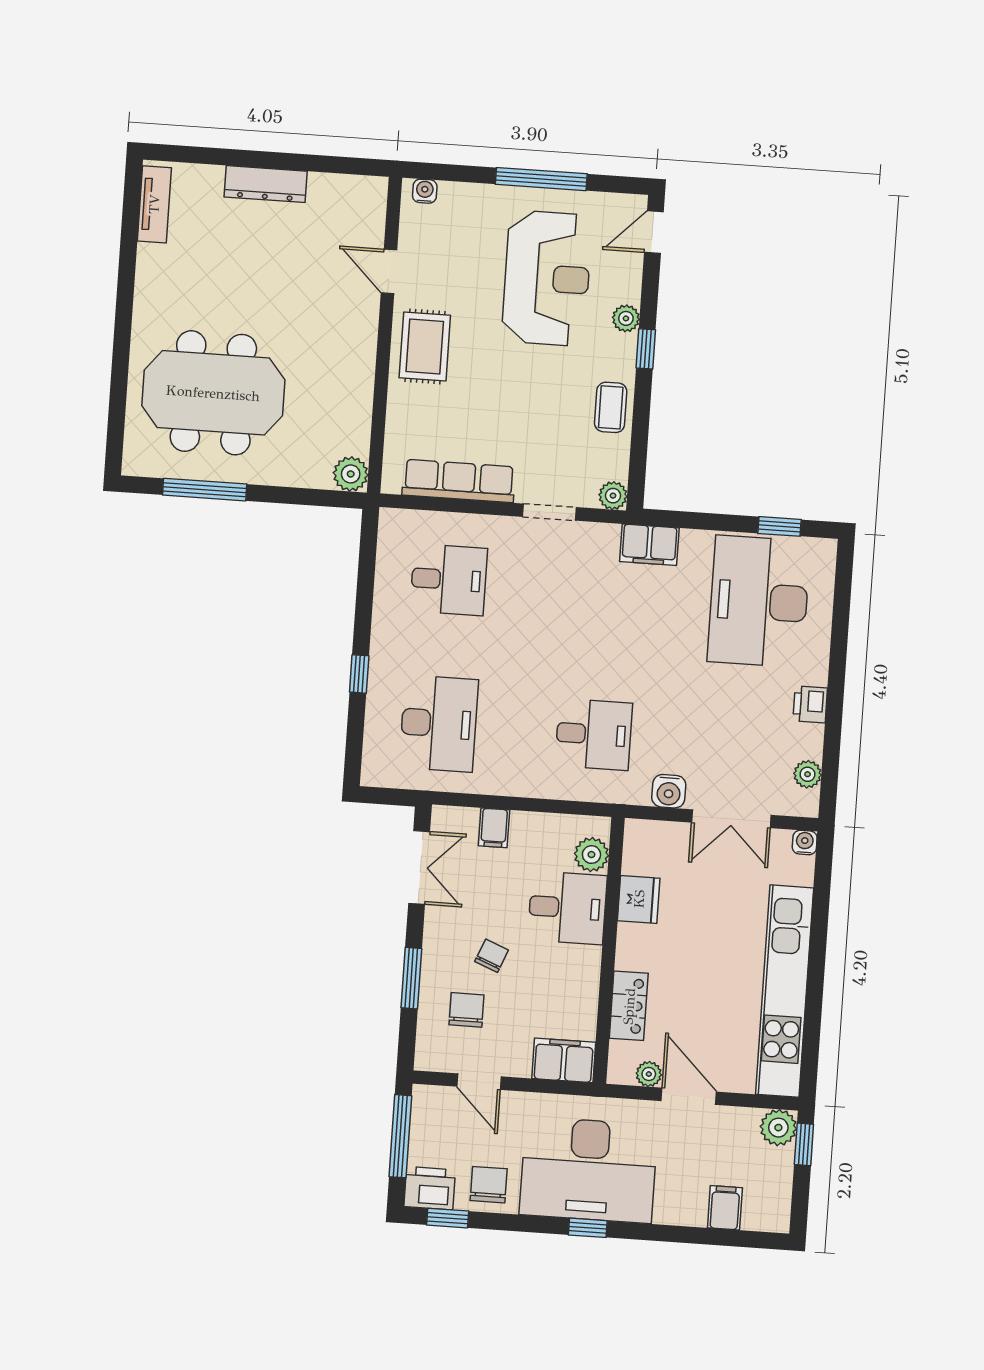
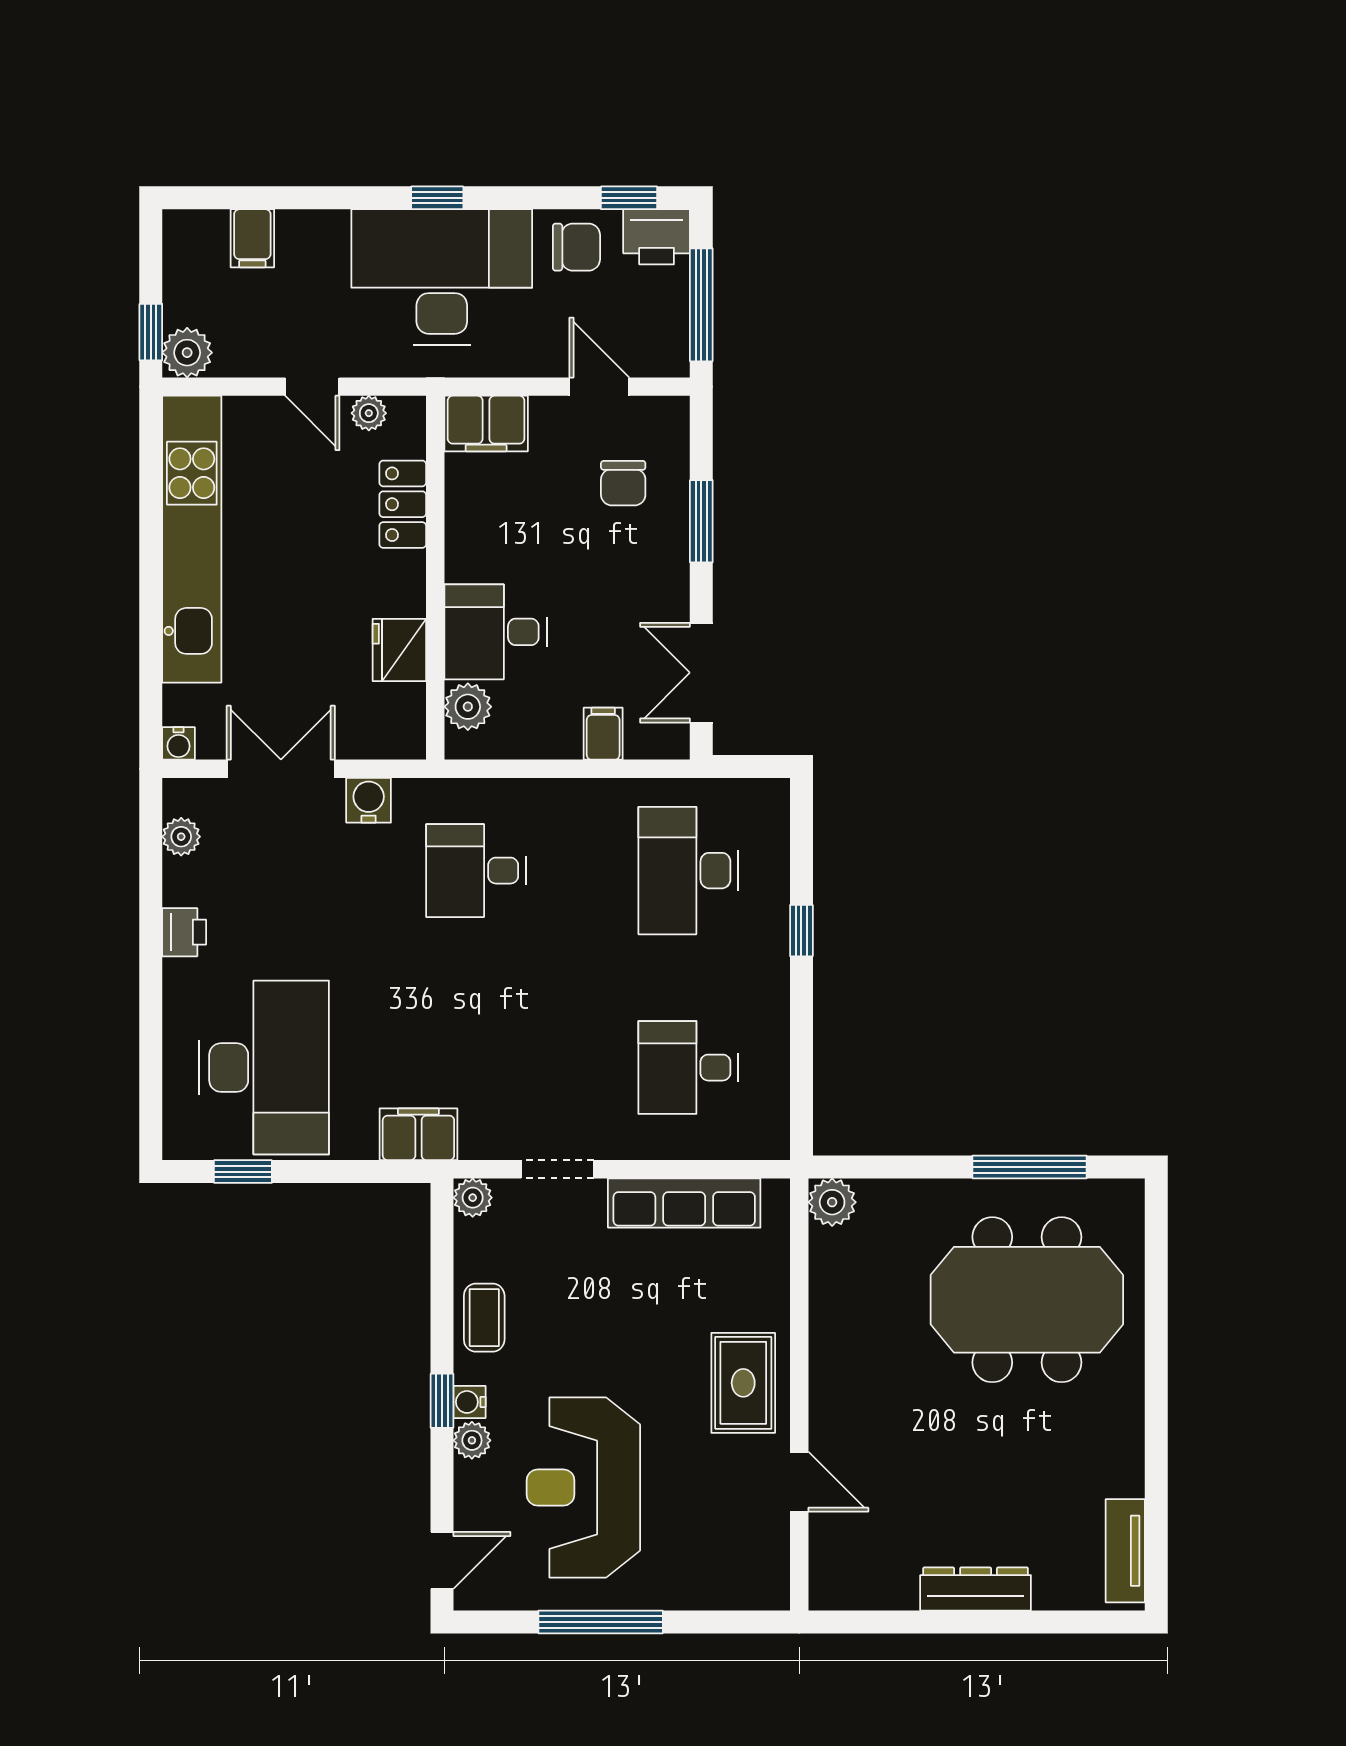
water cooler: (425, 191) -> (469, 1402), moved, turned 90
chair: (492, 956) -> (594, 559), removed
door: (689, 1096) -> (312, 387), width x0.73
chair: (489, 1185) -> (576, 247), turned -90

